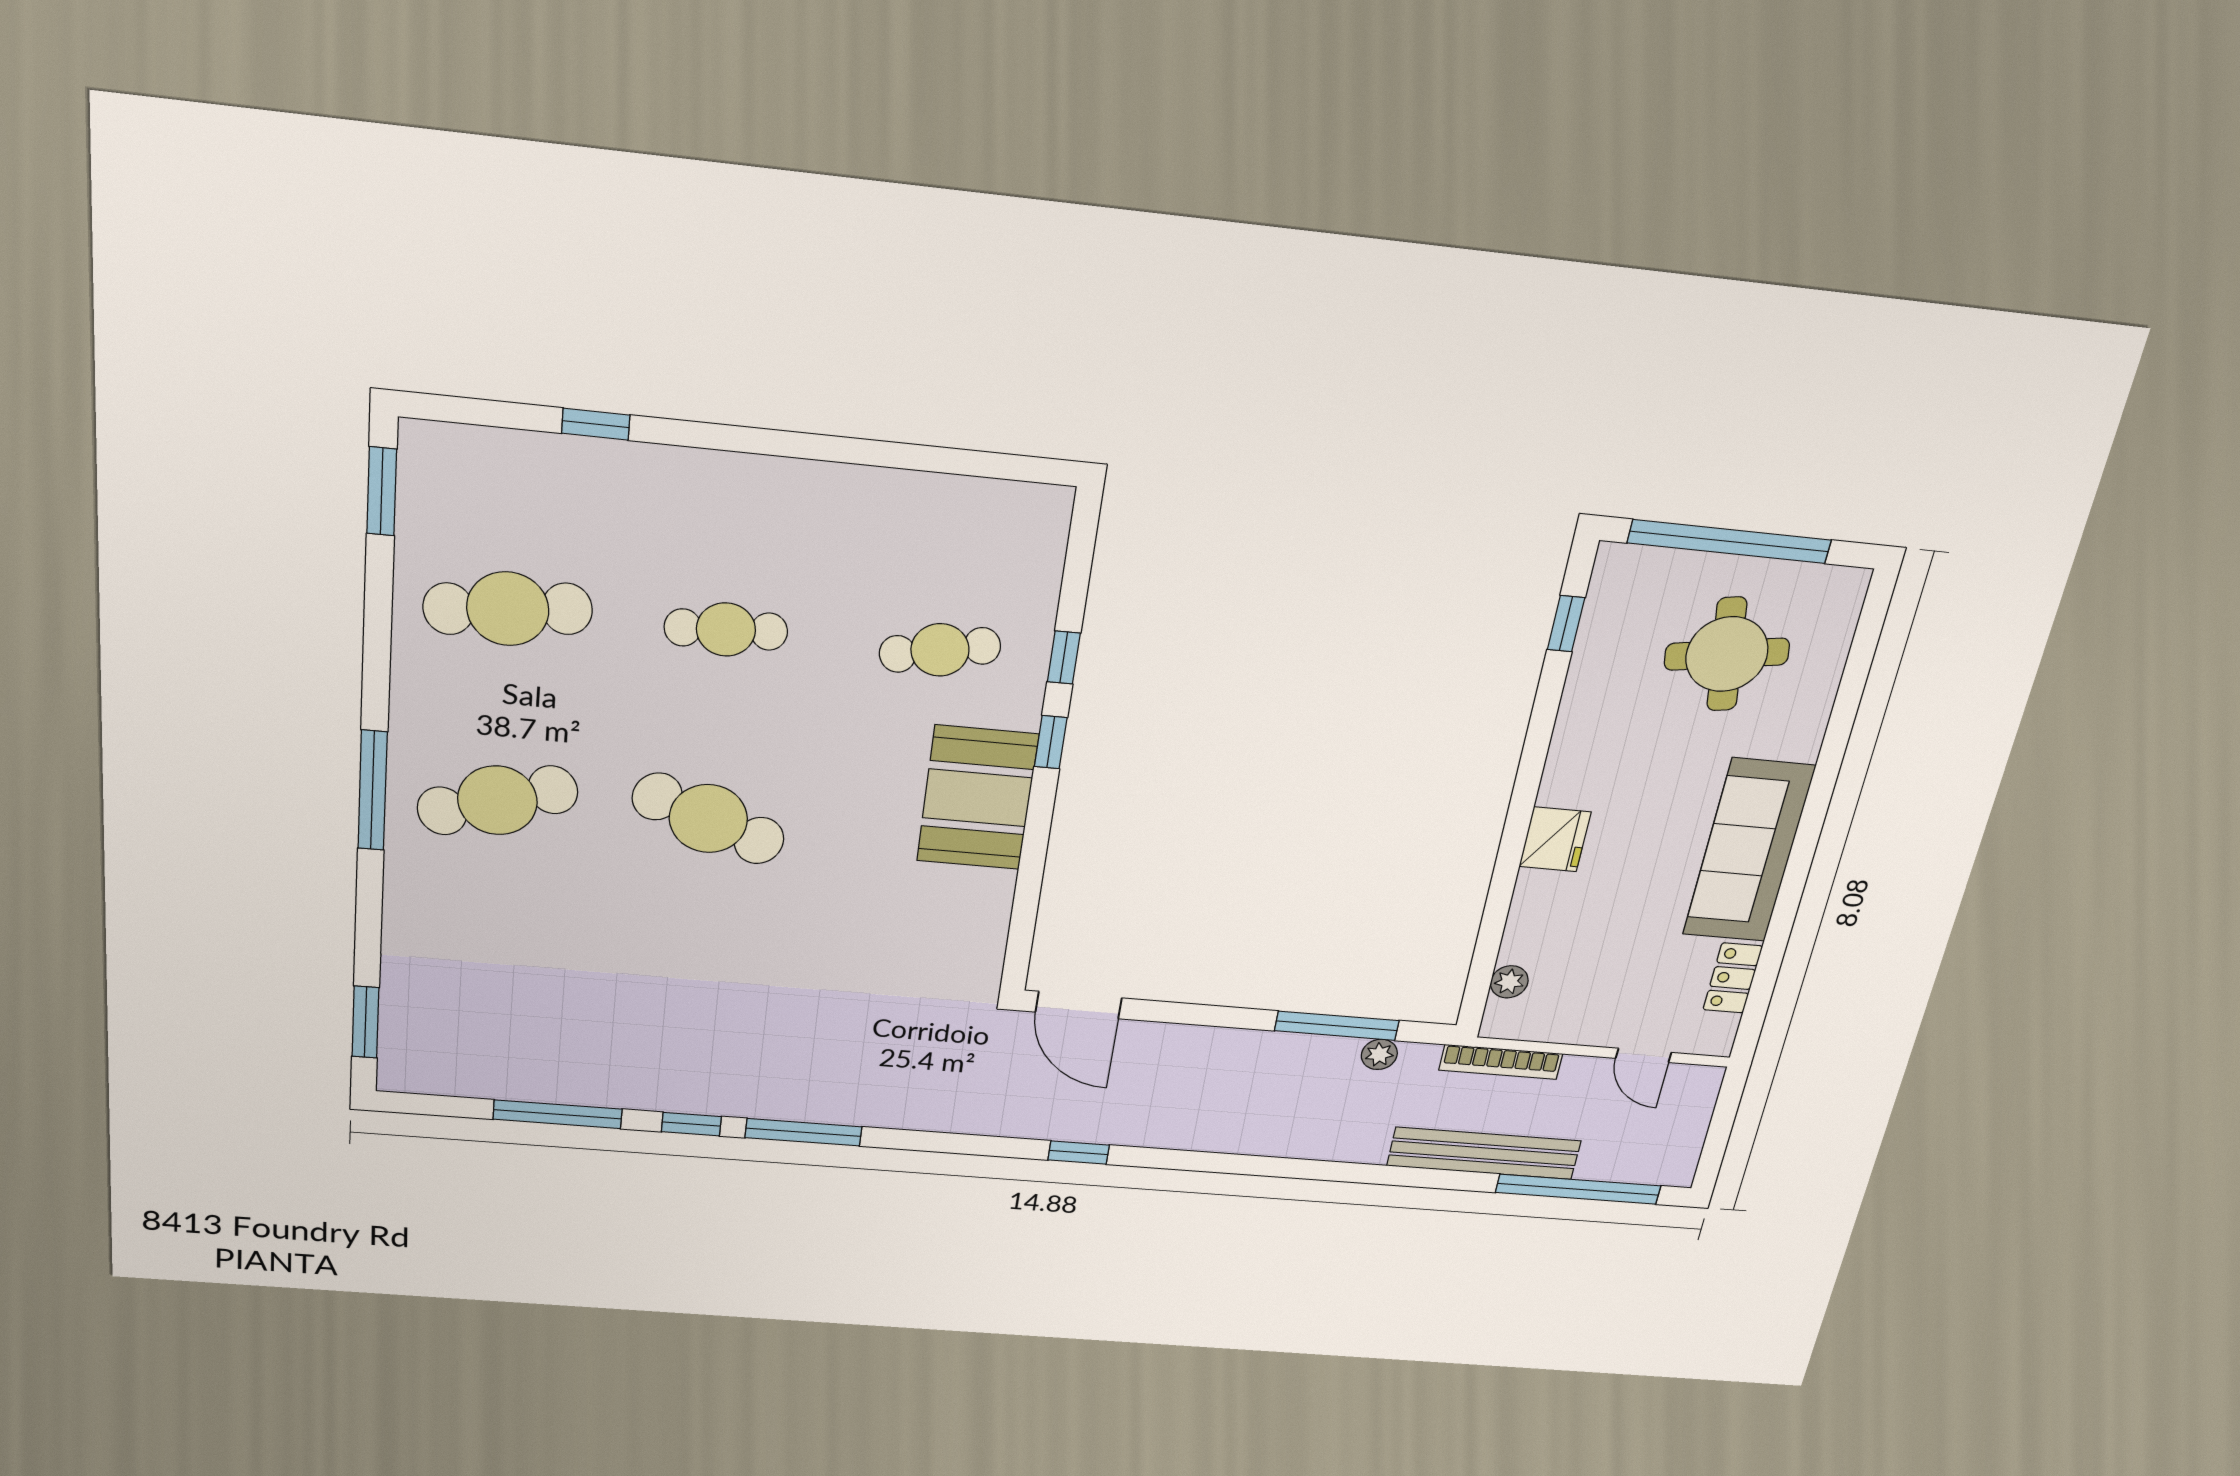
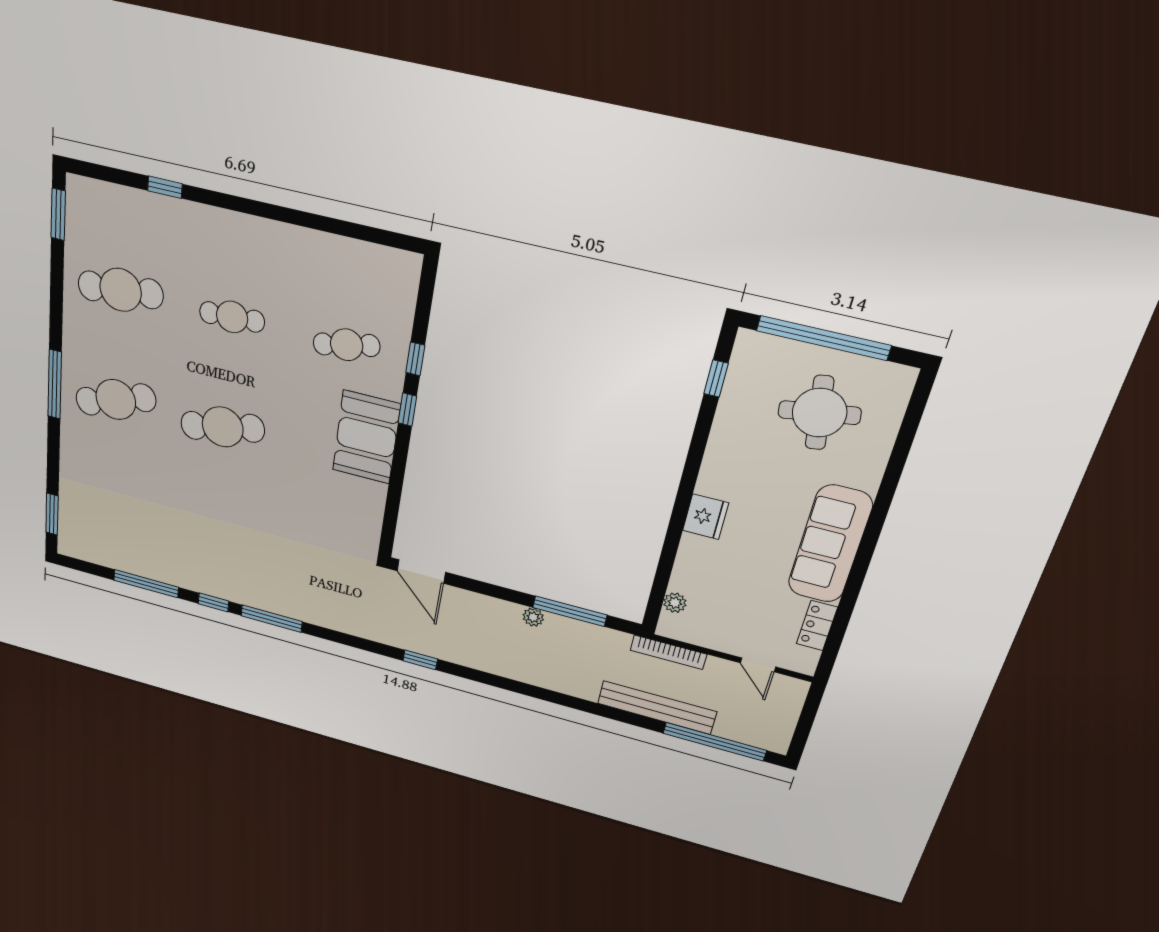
cafe table: (708, 819) -> (223, 427), turned -33
plant: (1379, 1054) -> (533, 617), moved

